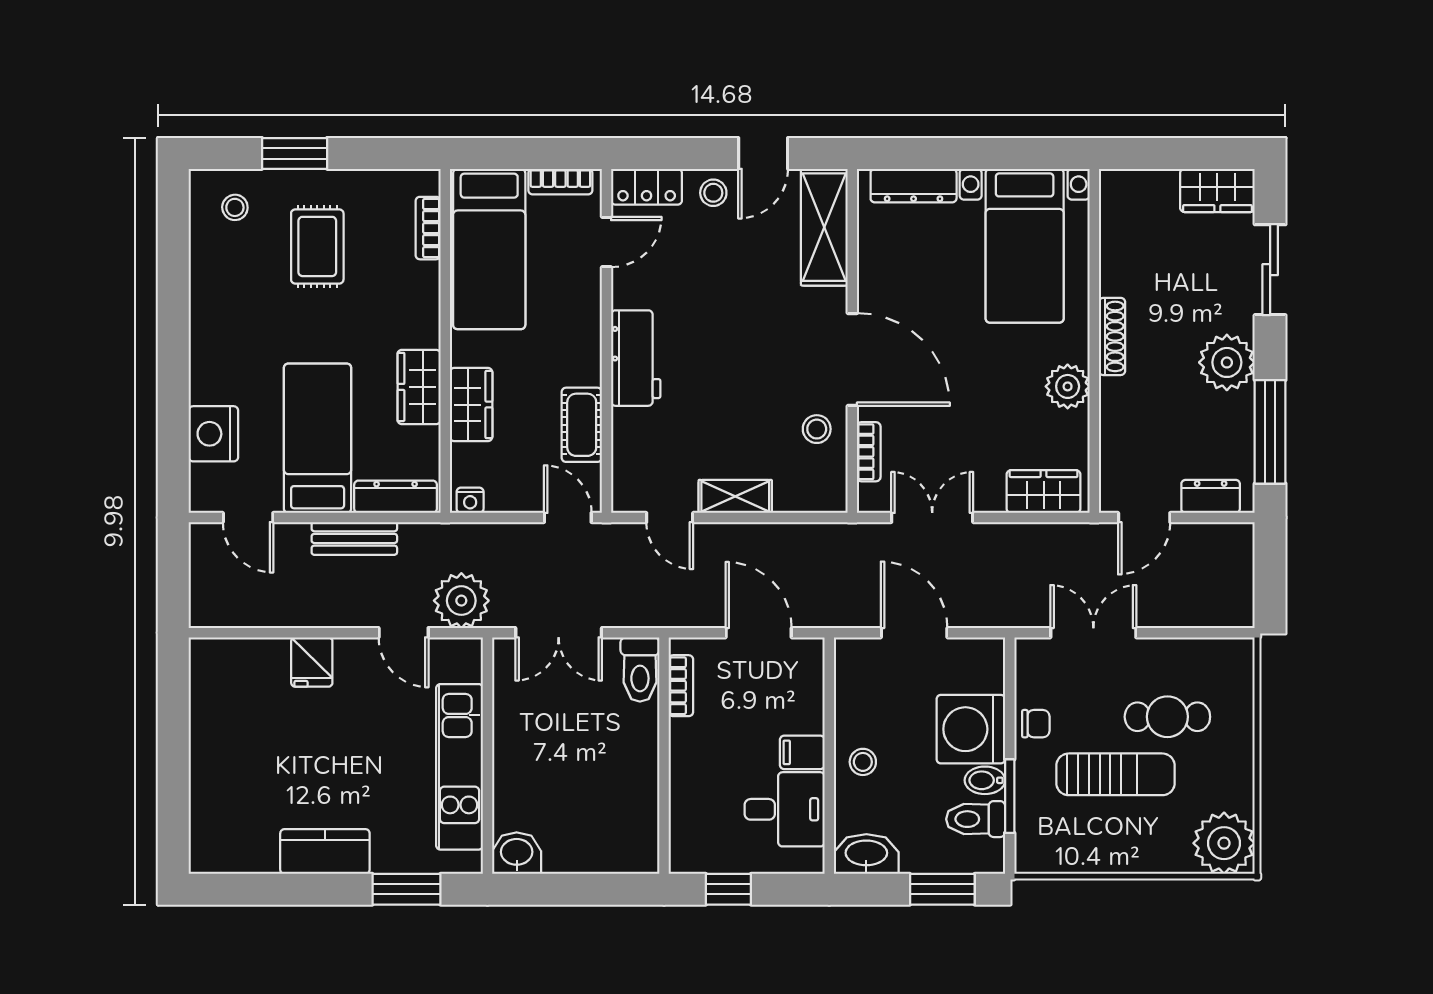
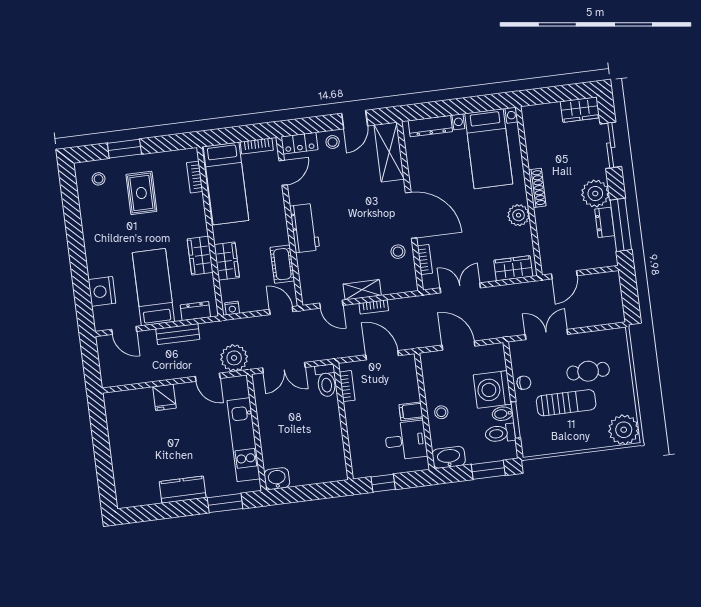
dresser: (1211, 496) -> (605, 222), moved, turned -90
dresser: (396, 497) -> (195, 311), width x0.70
bookcase: (754, 534) -> (374, 307), added

